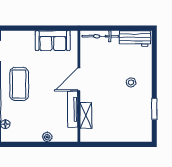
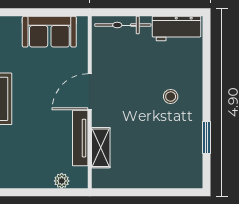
plant: (47, 137) -> (62, 181), moved

